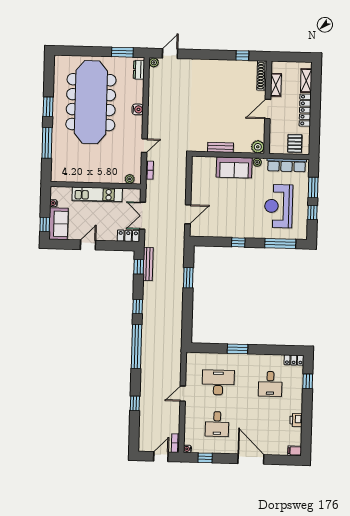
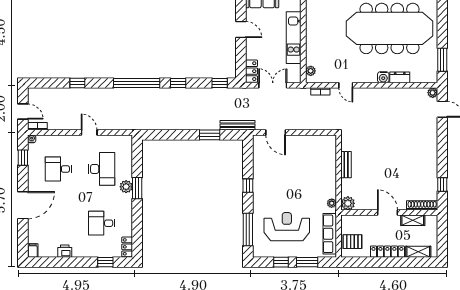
dresser: (139, 70) -> (400, 77), moved
sofa: (234, 167) -> (326, 179), removed
bench: (148, 264) -> (238, 125), moved
plant: (236, 359) -> (126, 187), added

